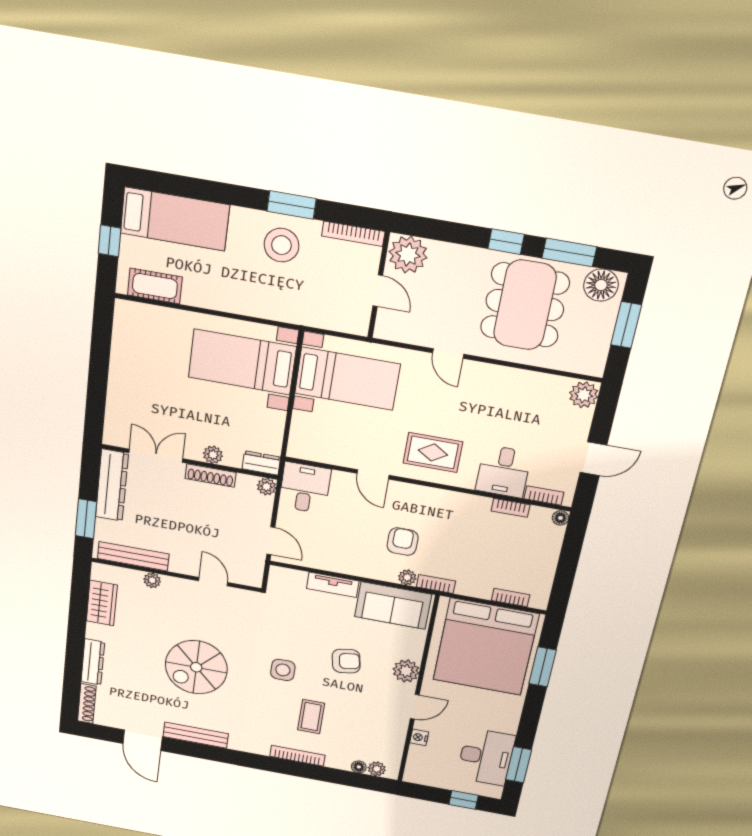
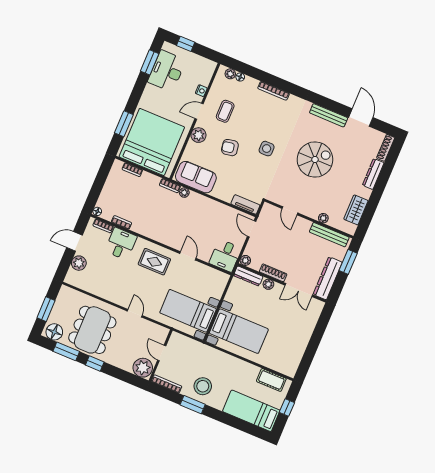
plant: (584, 395) -> (79, 263), moved
dresser: (261, 463) -> (248, 276), width x1.44
armchair: (403, 542) -> (182, 214), removed
tv unit: (333, 585) -> (245, 205), moved
coffee table: (311, 717) -> (225, 111), moved

